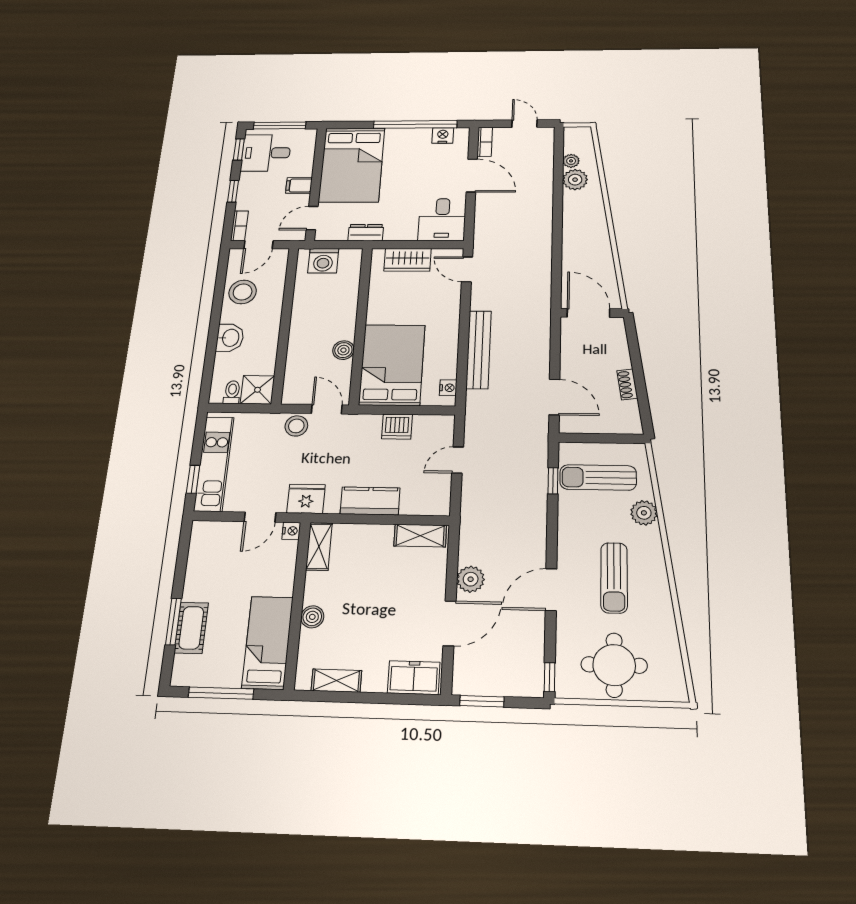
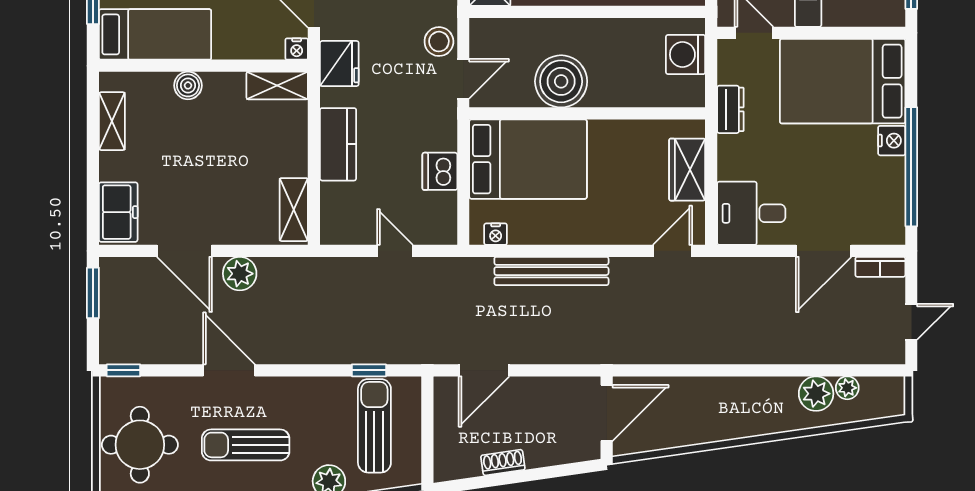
nightstand: (443, 135) -> (892, 141), moved
boiler: (343, 350) -> (561, 81), width x1.86, depth x1.86

